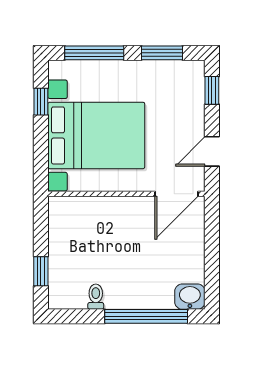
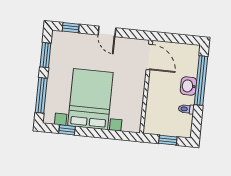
wall: (126, 194) -> (146, 87), moved
door: (176, 194) -> (149, 57), moved
washbasin: (190, 297) -> (188, 86), moved

